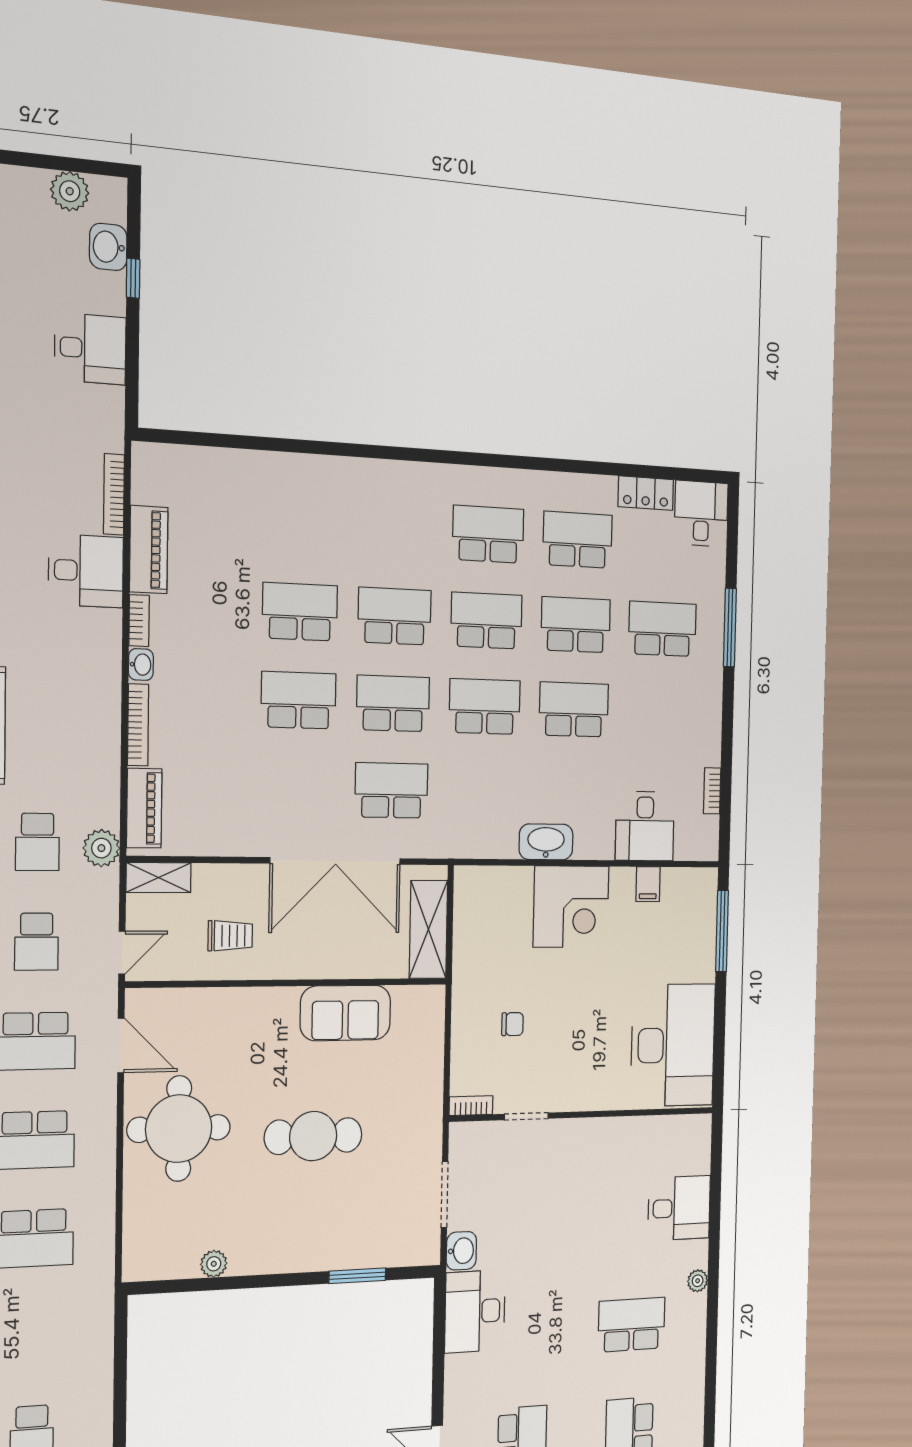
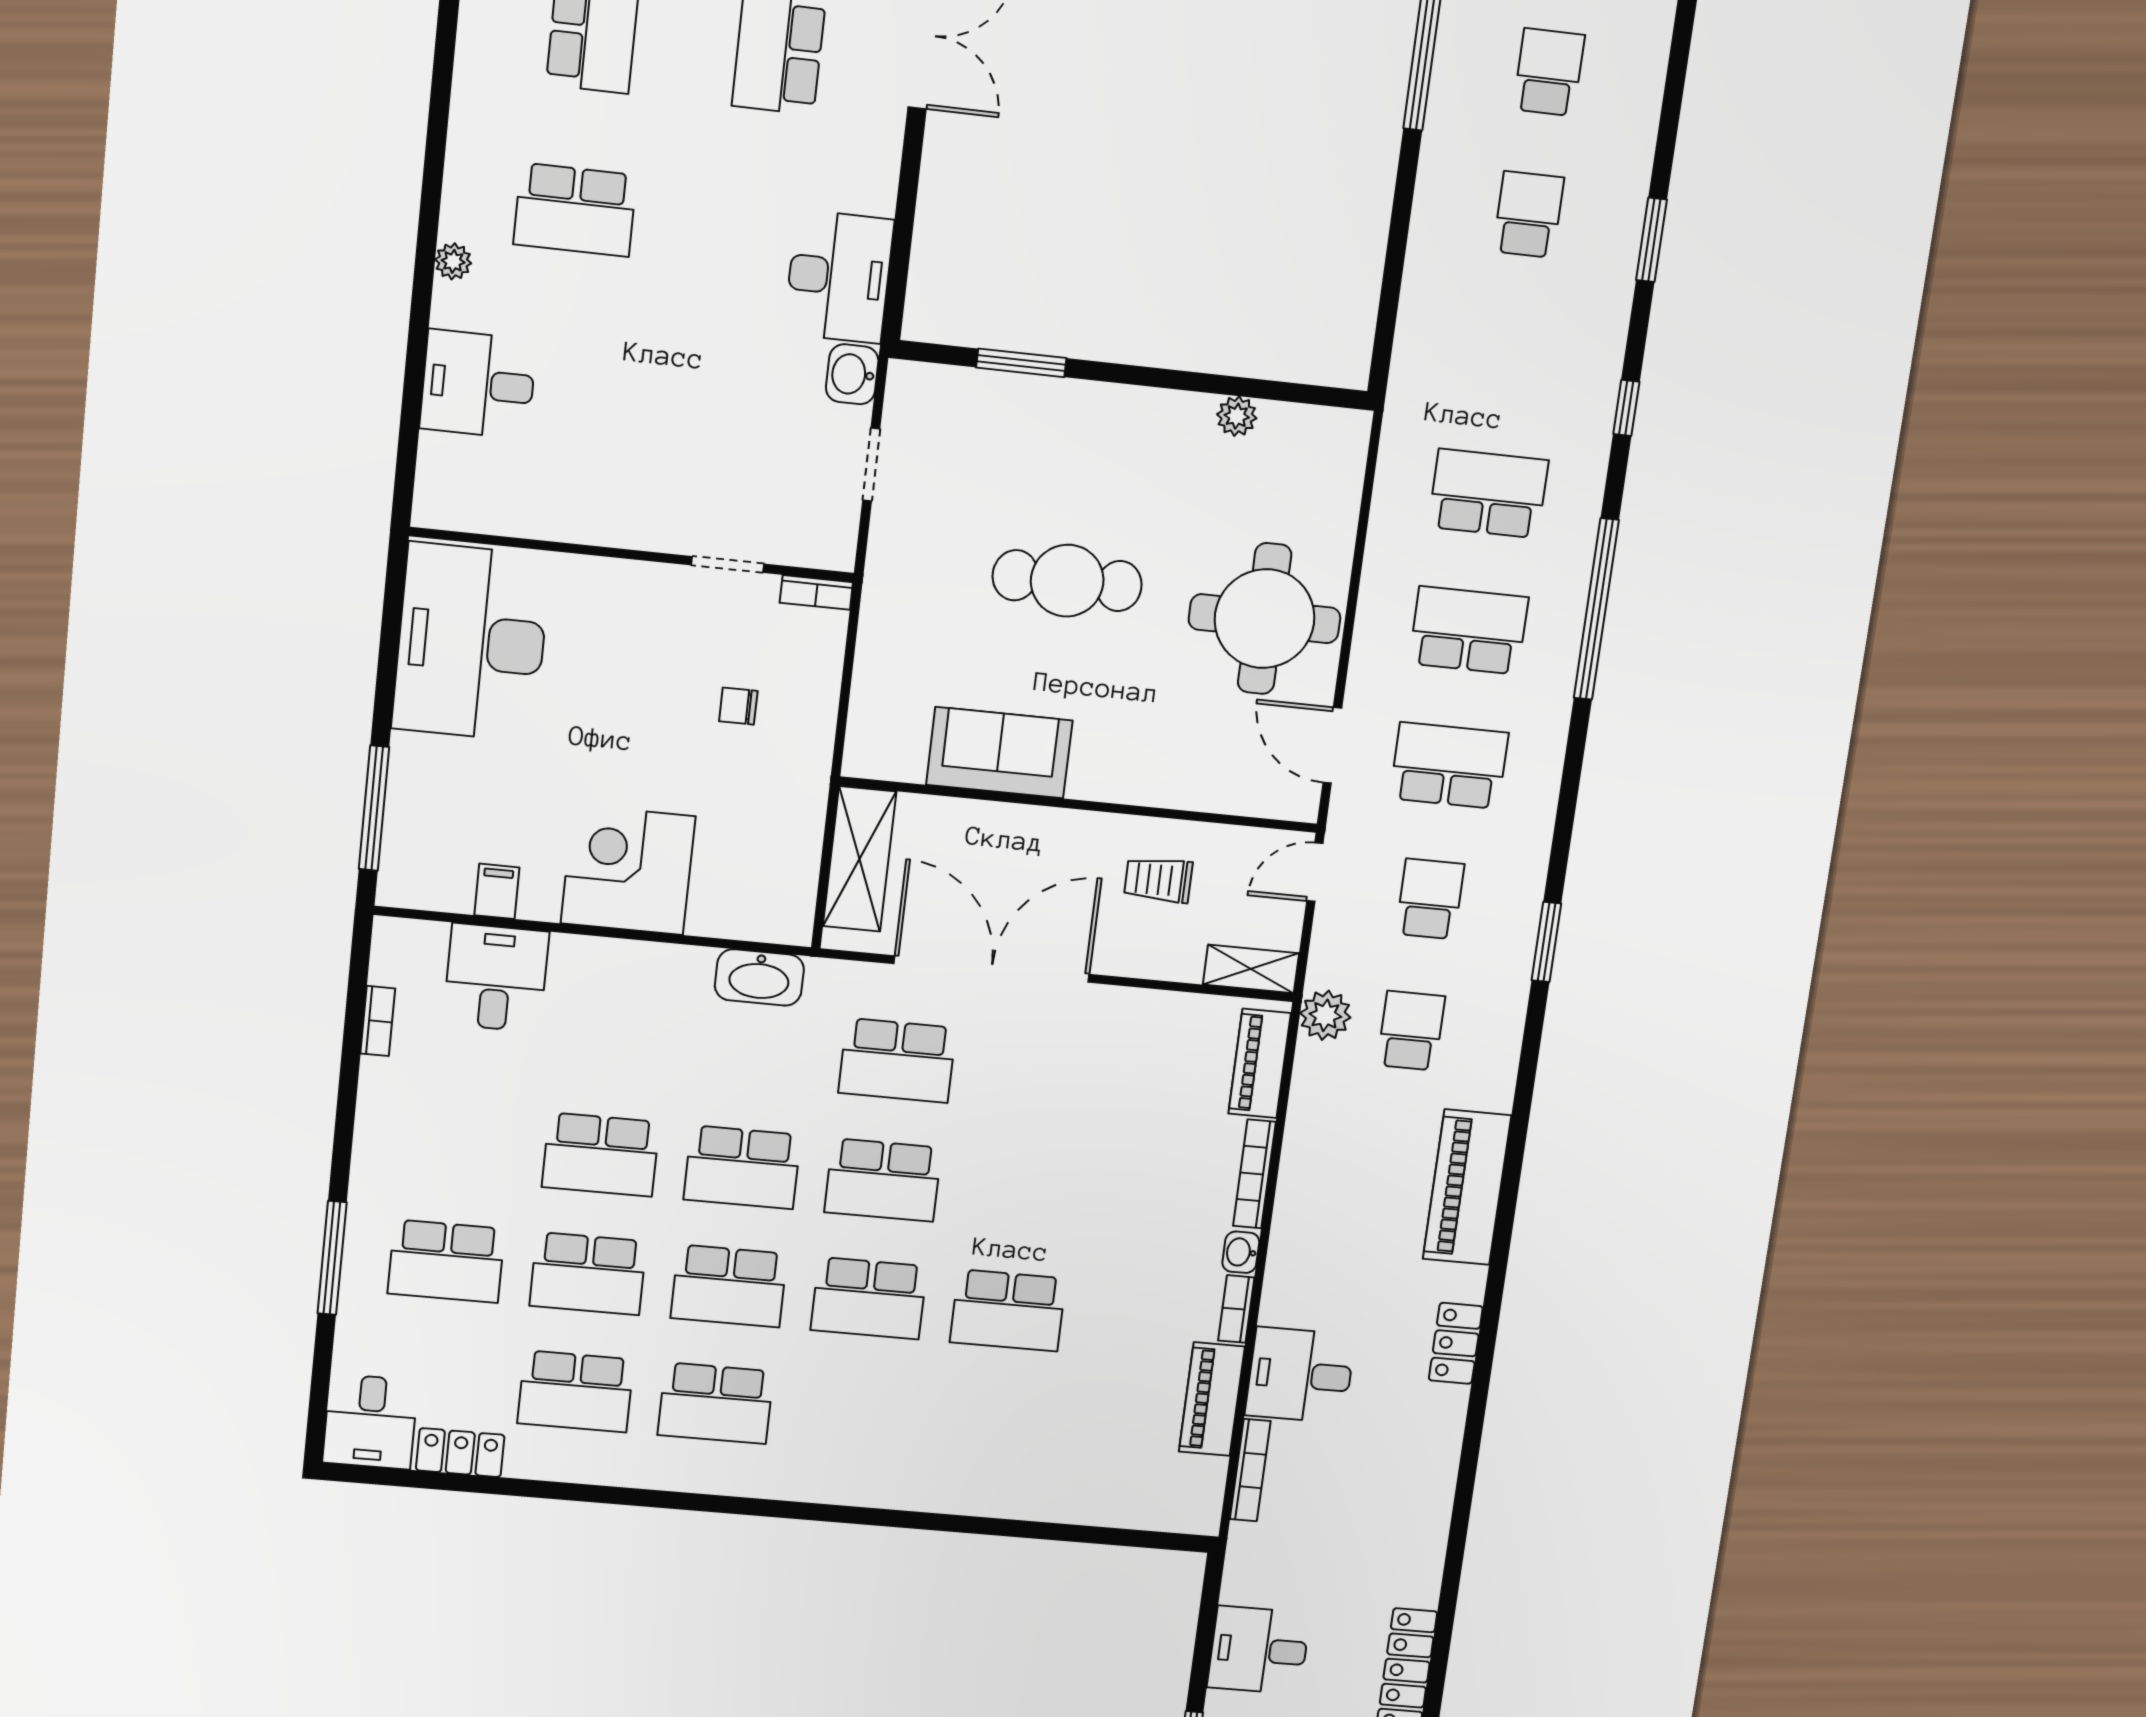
school desk: (299, 700) -> (1023, 1193), removed
washbasin: (546, 842) -> (759, 977), moved
doorway: (445, 1195) -> (871, 464), width x0.73

